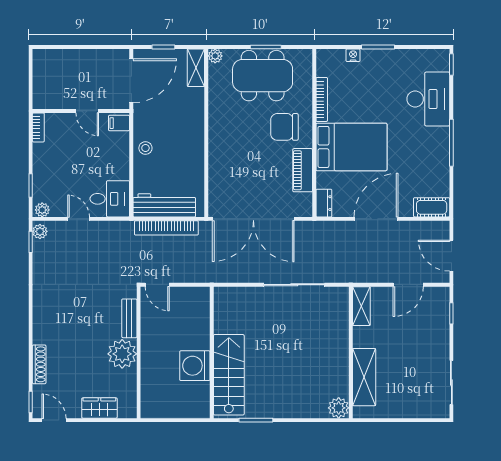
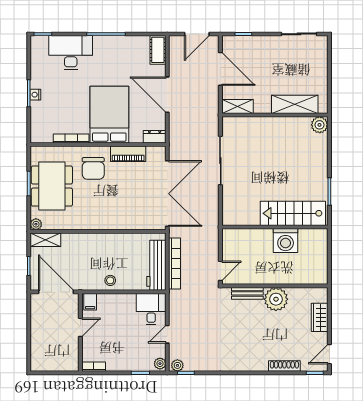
nightstand: (353, 55) -> (35, 95), moved
door: (408, 285) -> (220, 69), width x1.36

